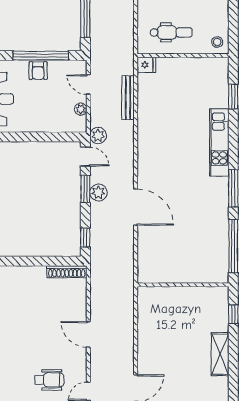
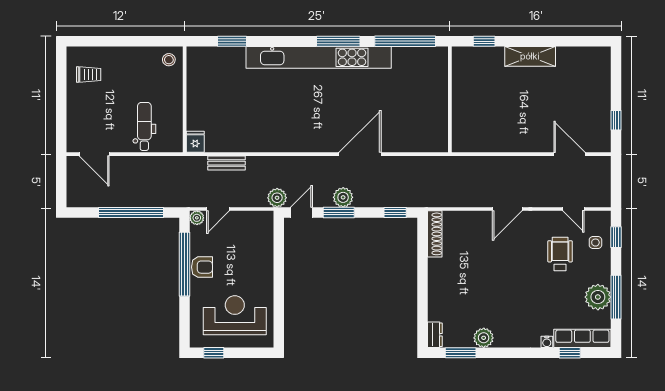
dental chair: (171, 32) -> (144, 126), moved
bench: (128, 98) -> (227, 163), width x0.73
plant: (81, 109) -> (197, 218), moved
kitchen unit: (219, 142) -> (319, 57), width x1.86

